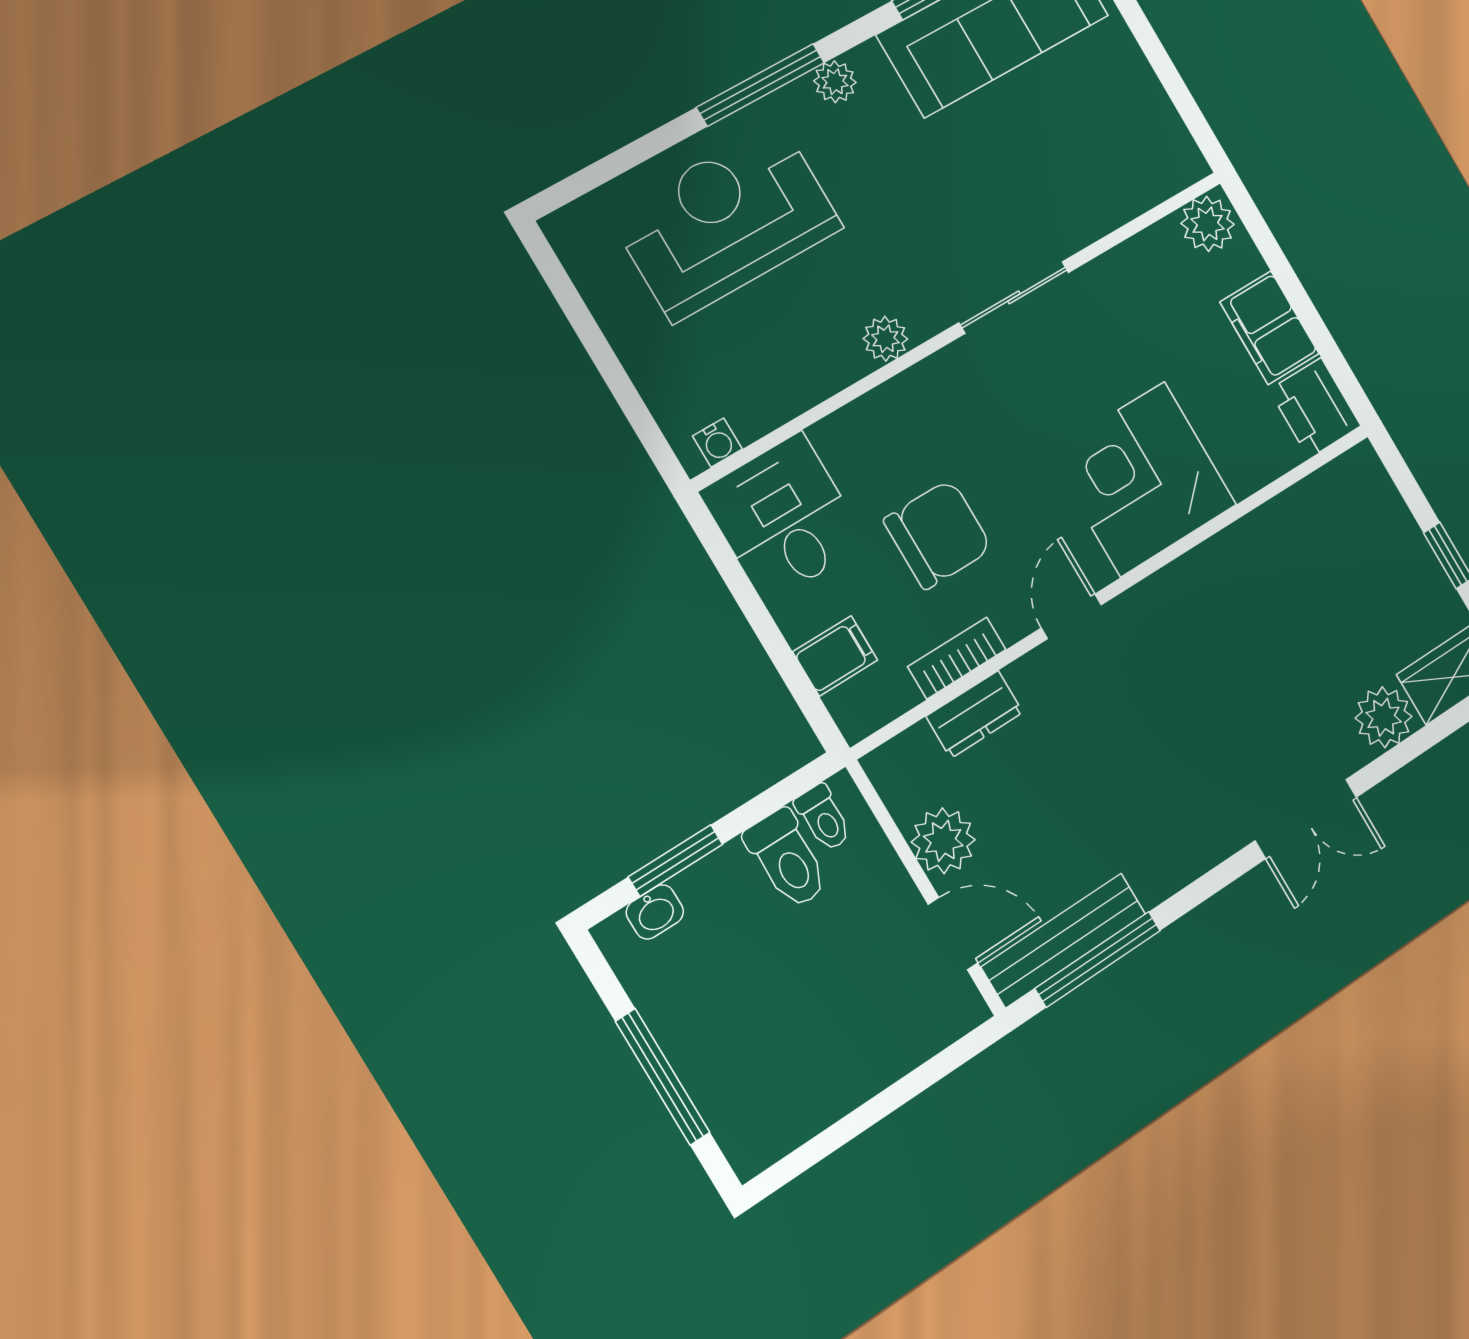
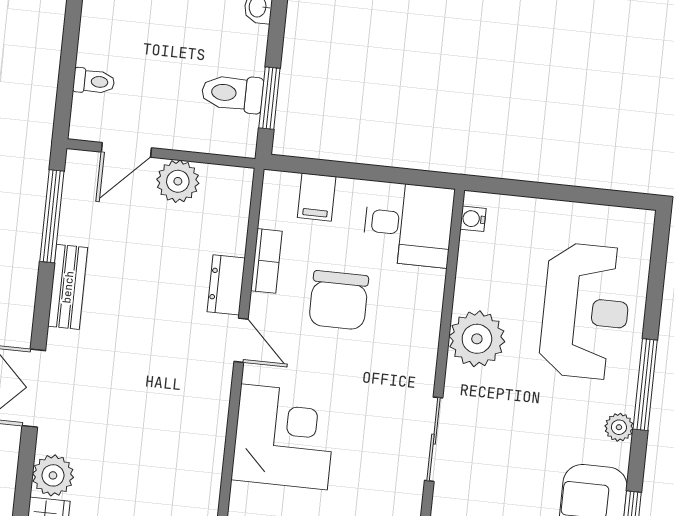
plant: (885, 339) -> (477, 339), width x1.88, depth x1.88
dresser: (975, 714) -> (226, 285), moved
toilet: (823, 818) -> (94, 81), moved, turned 180
window: (676, 861) -> (269, 98), moved
bench: (1064, 940) -> (68, 287), moved, width x0.73

